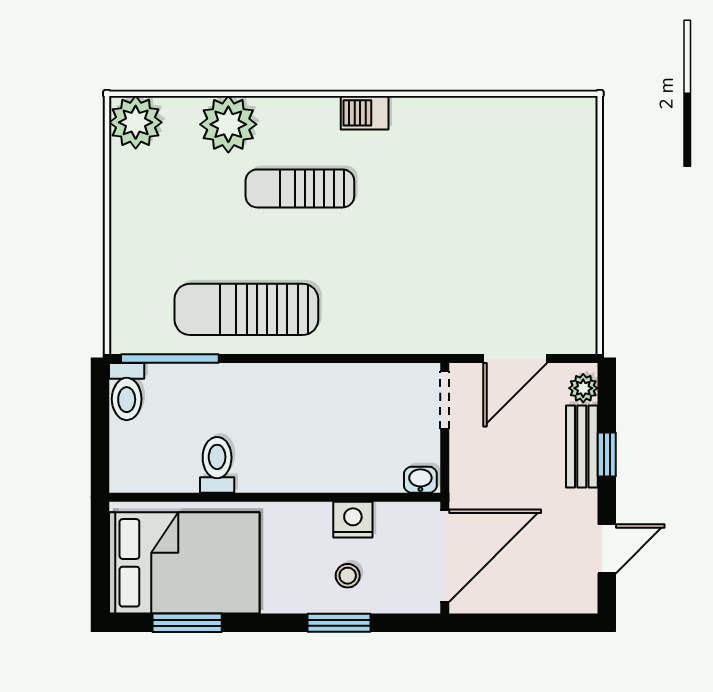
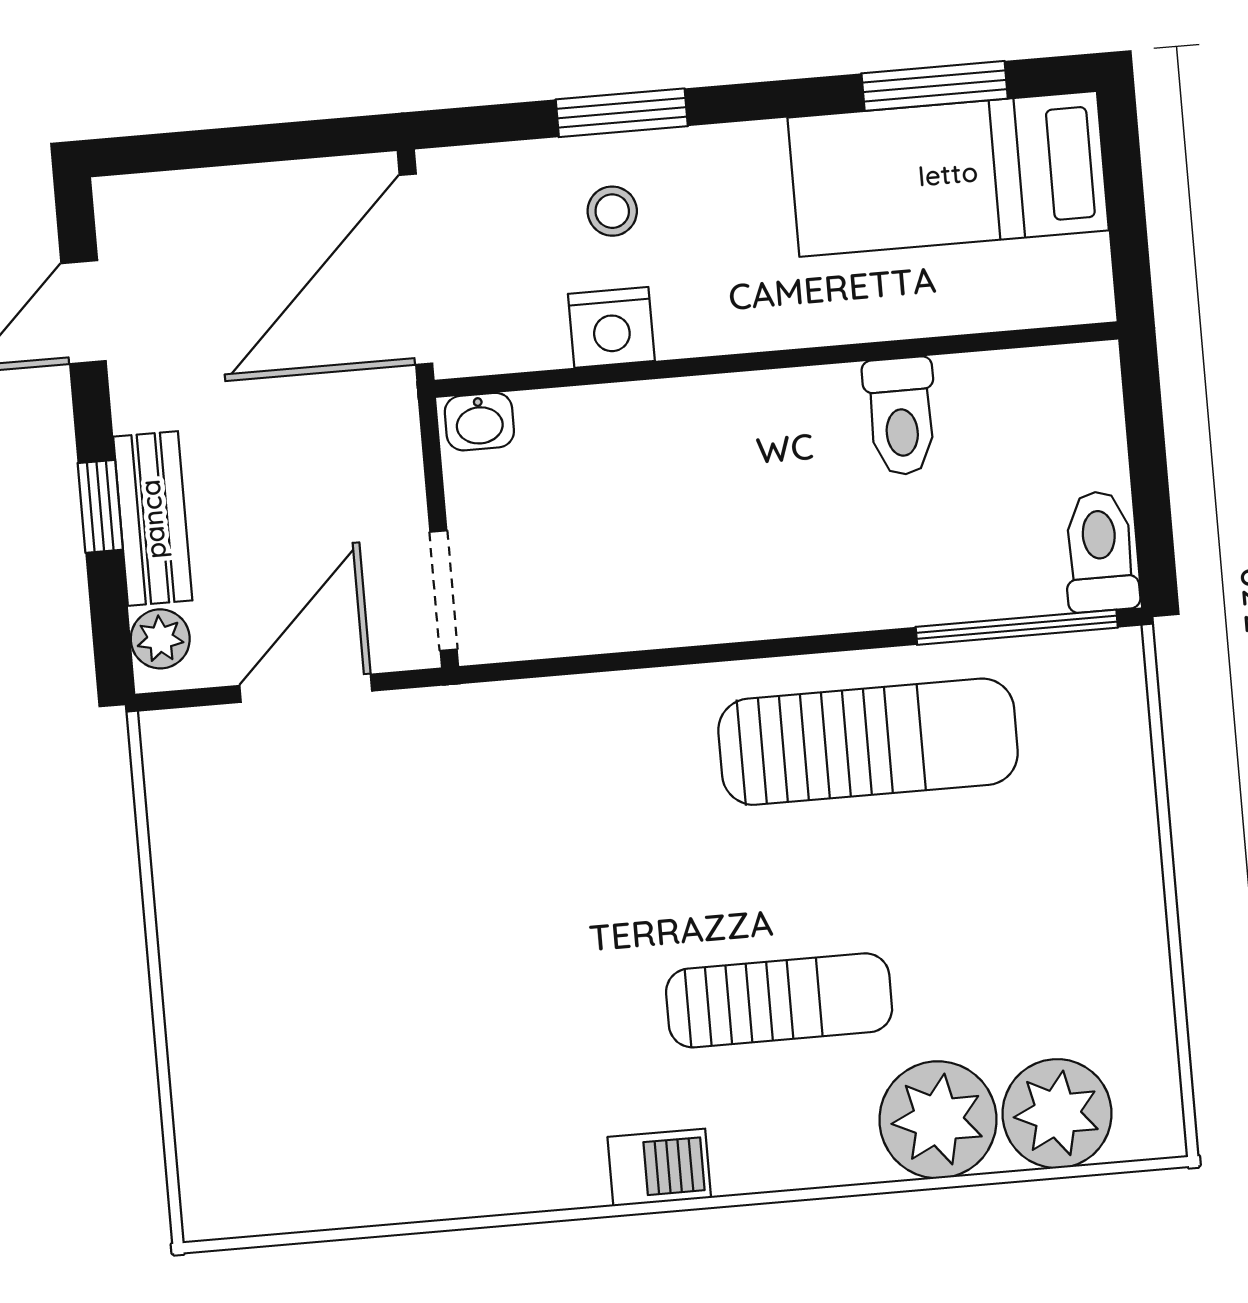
plant: (136, 122) -> (1057, 1114), moved
bed: (184, 563) -> (948, 174), width x0.67

